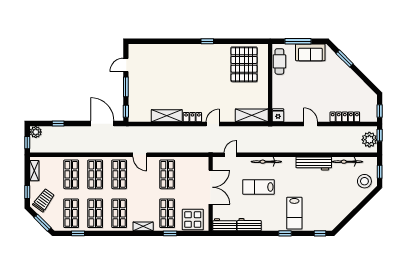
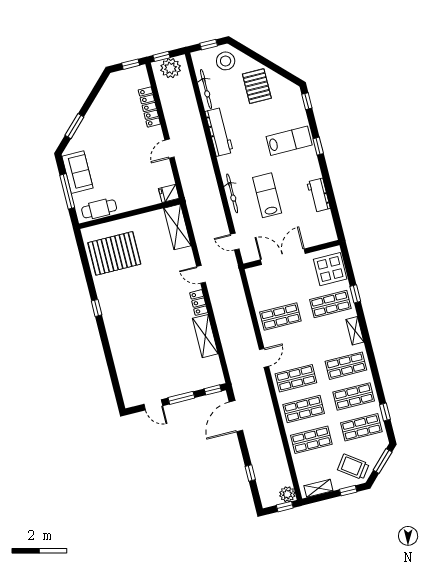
plant: (36, 132) -> (287, 494), moved
lab bench: (258, 187) -> (267, 195), turned 180
pallet: (340, 200) -> (257, 86), added
workbench: (225, 225) -> (327, 227), removed

